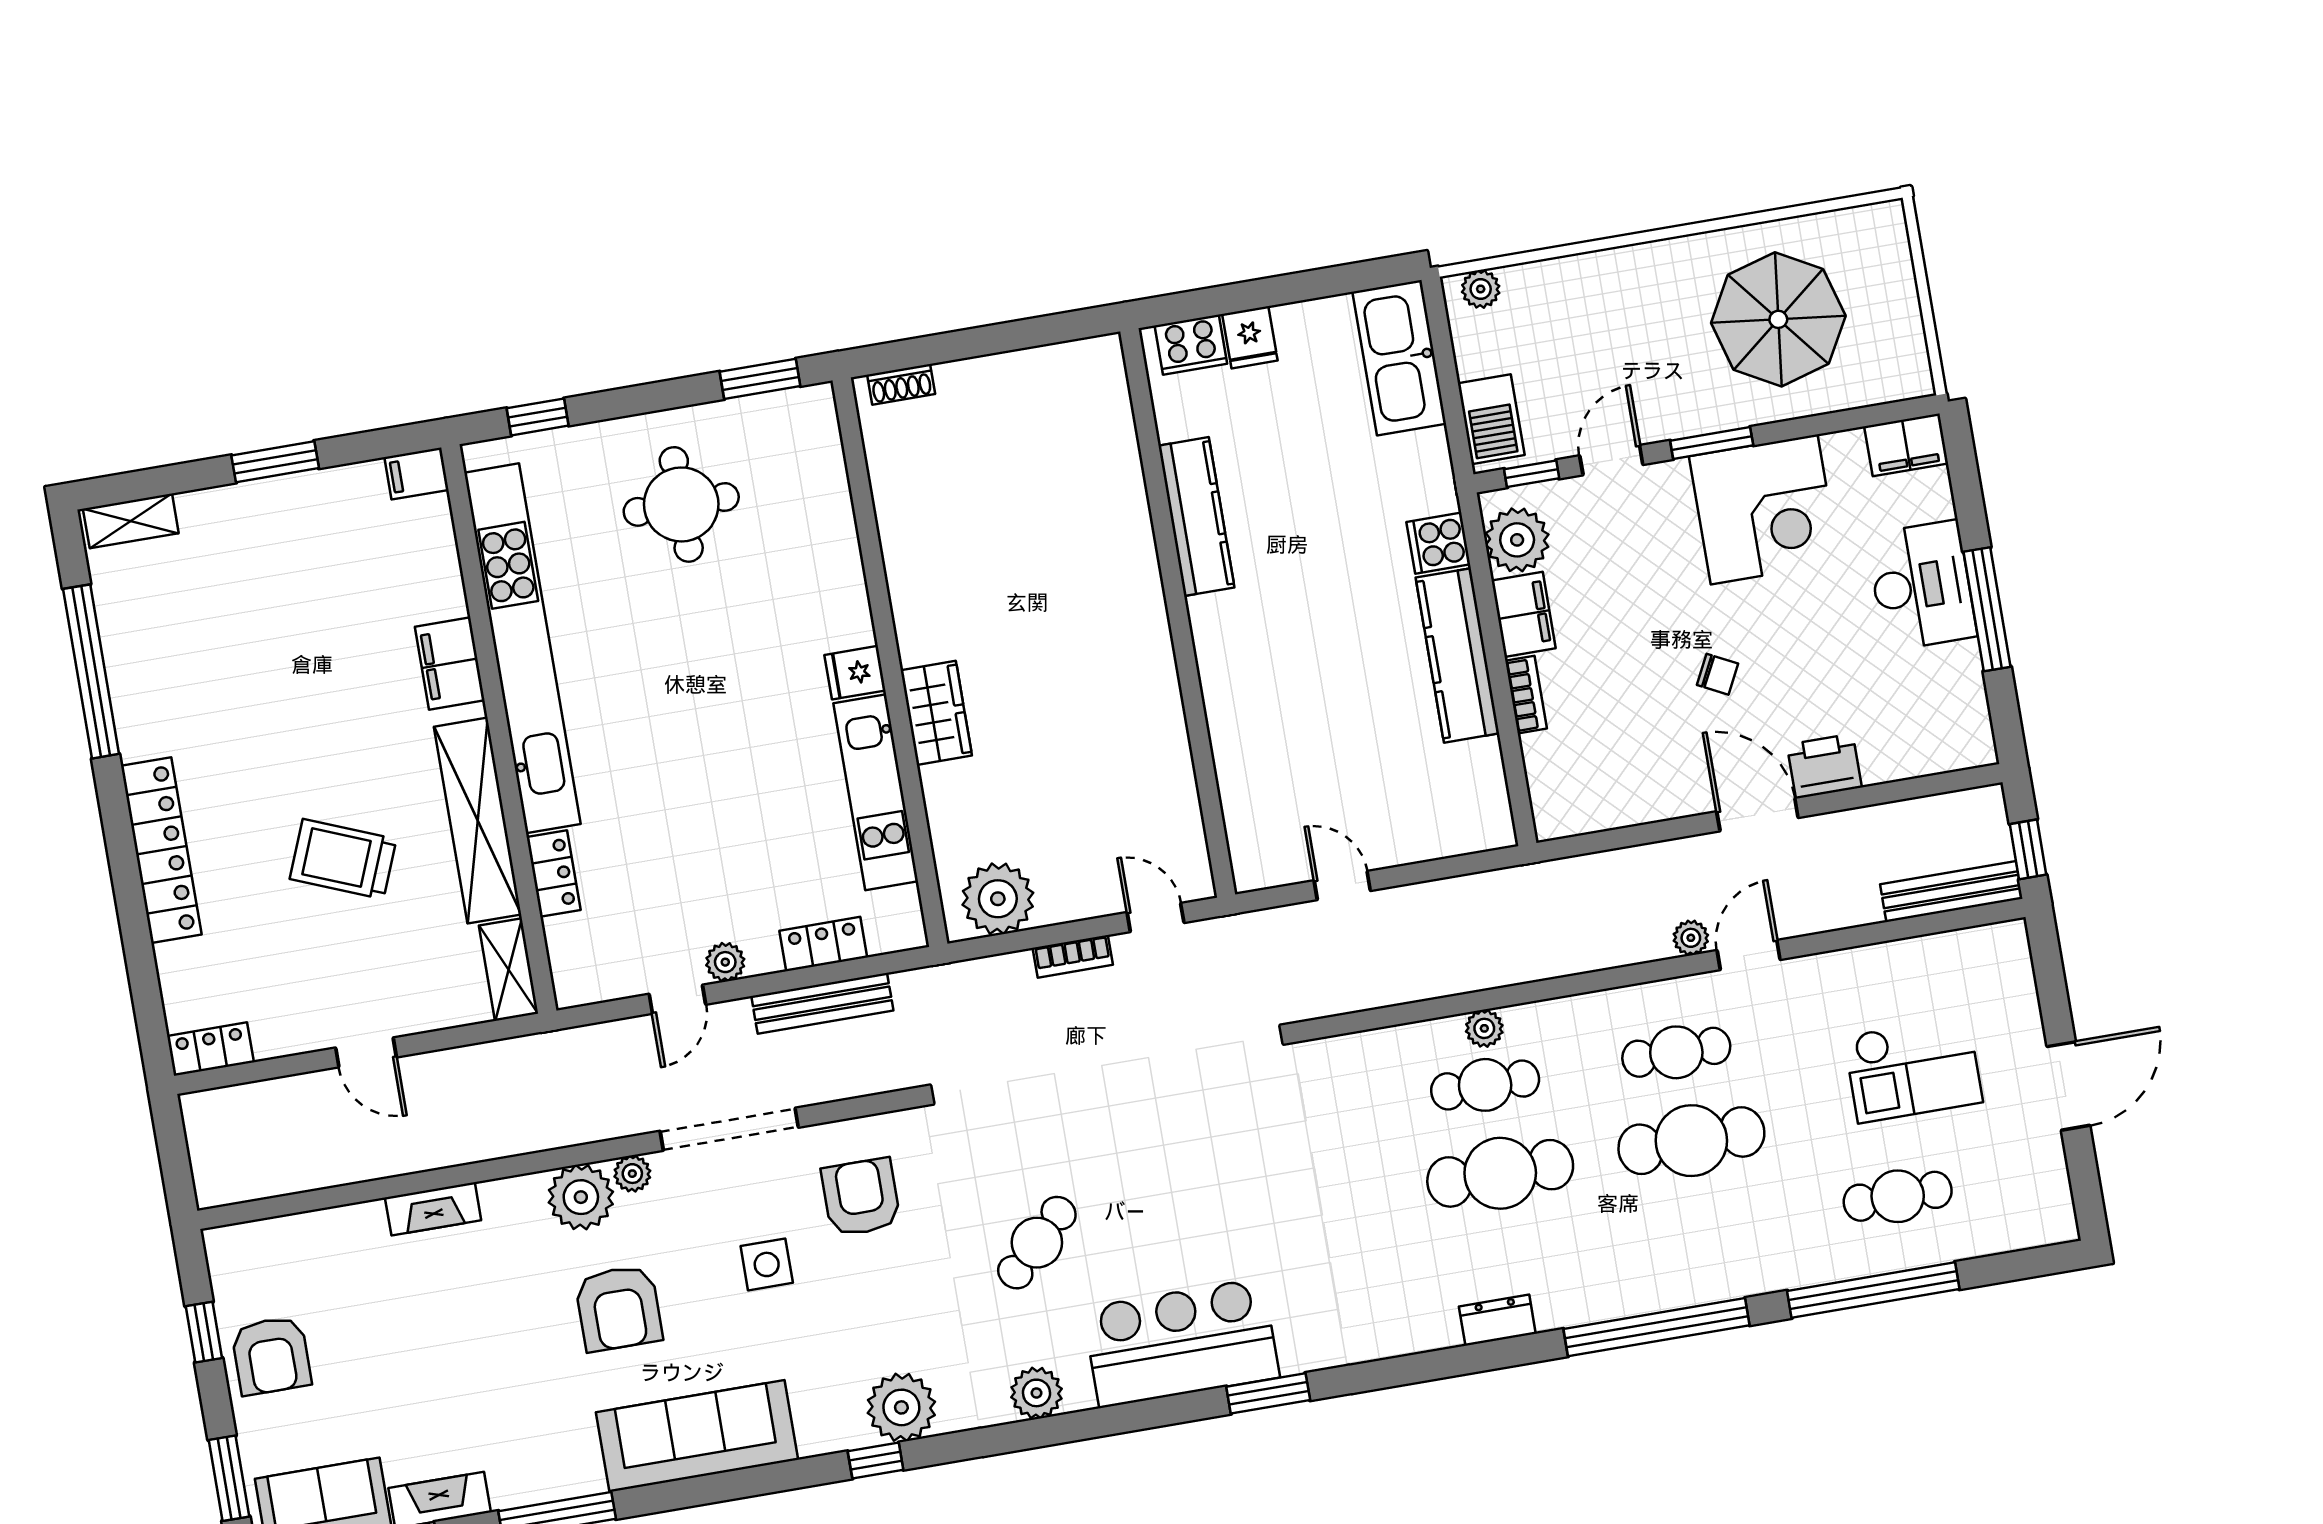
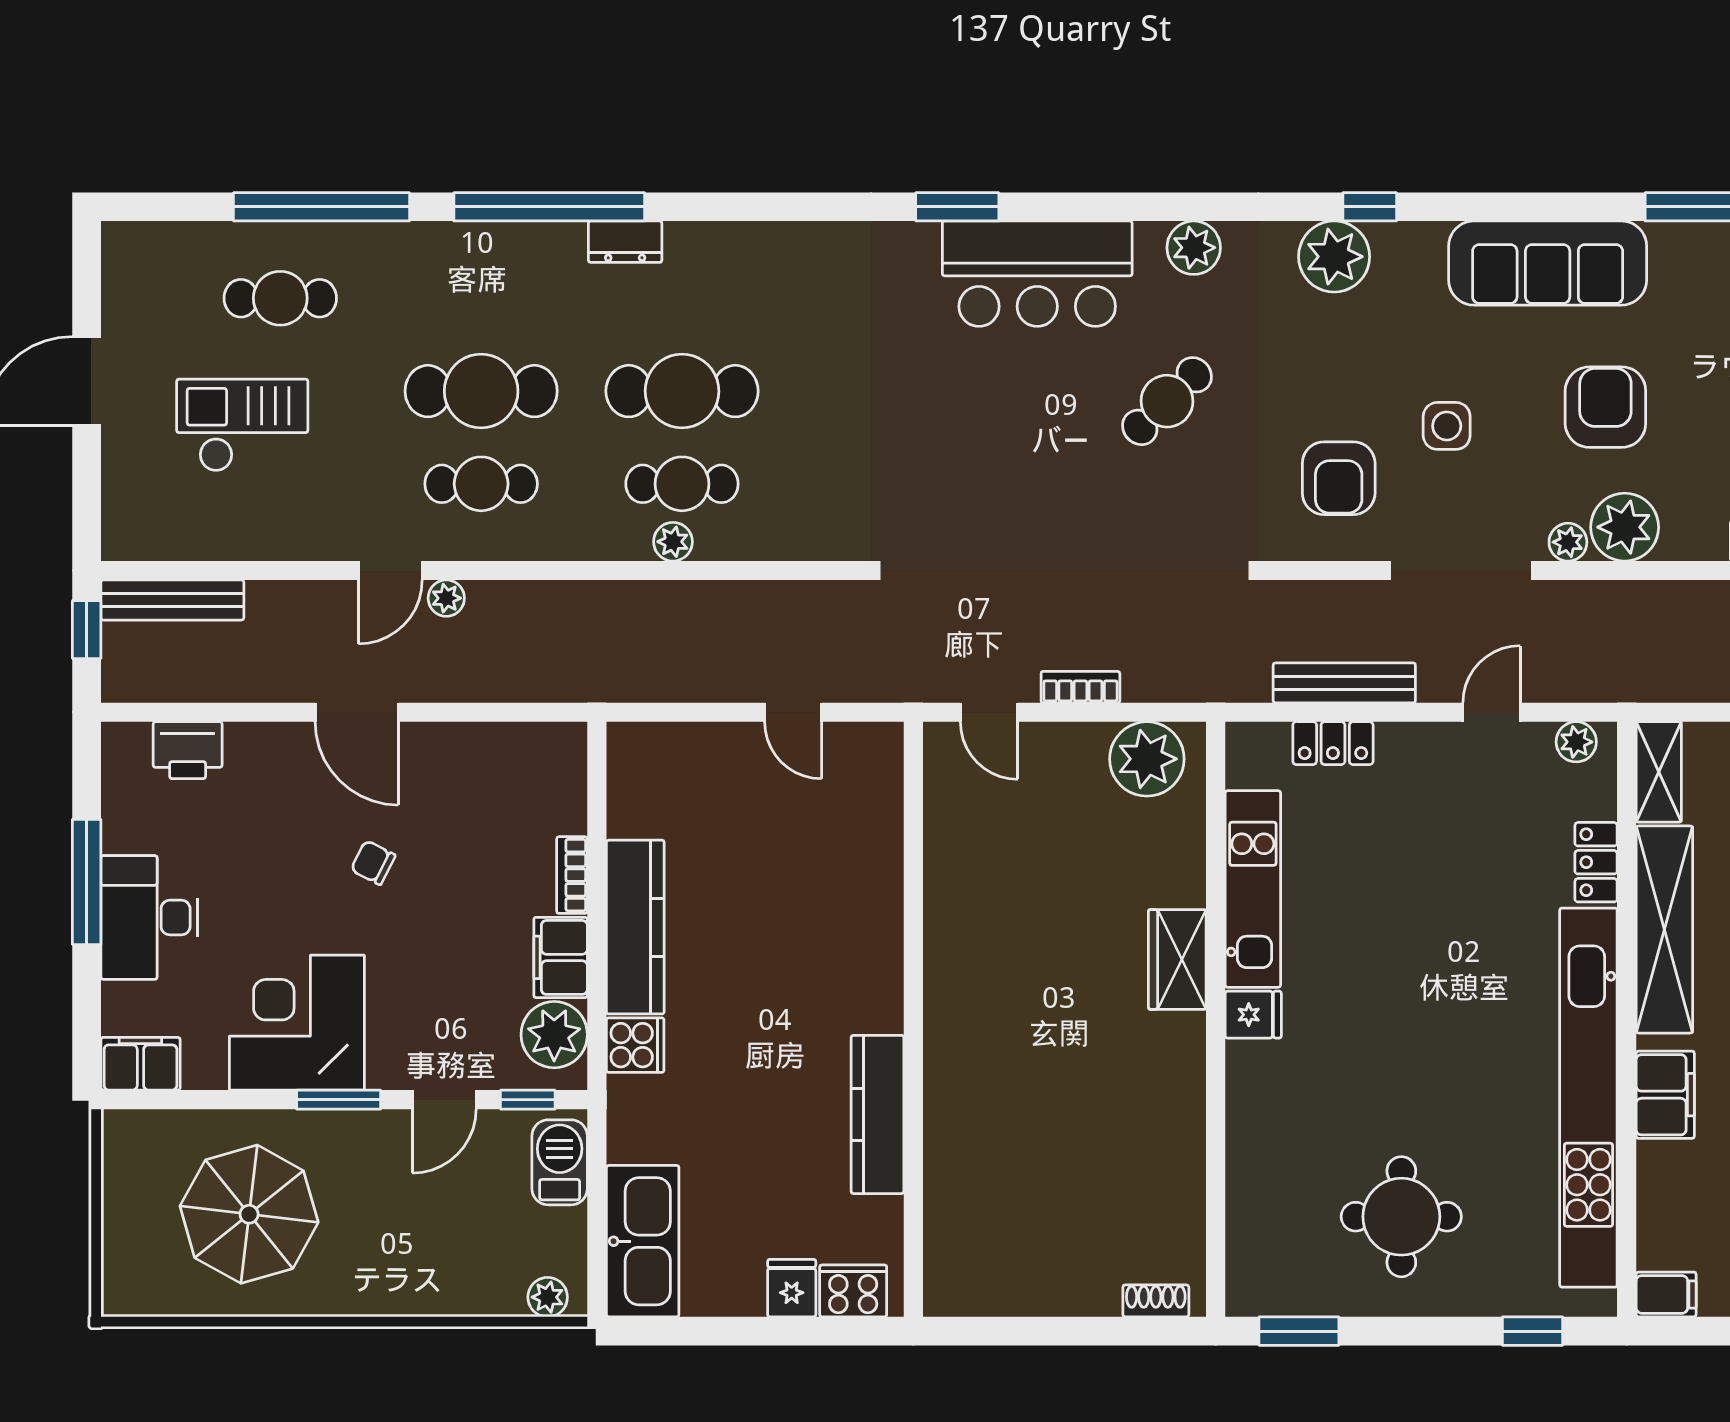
printer: (1824, 766) -> (188, 750), moved
plant: (725, 962) -> (1576, 742), moved
dresser: (1497, 1320) -> (625, 242), moved

